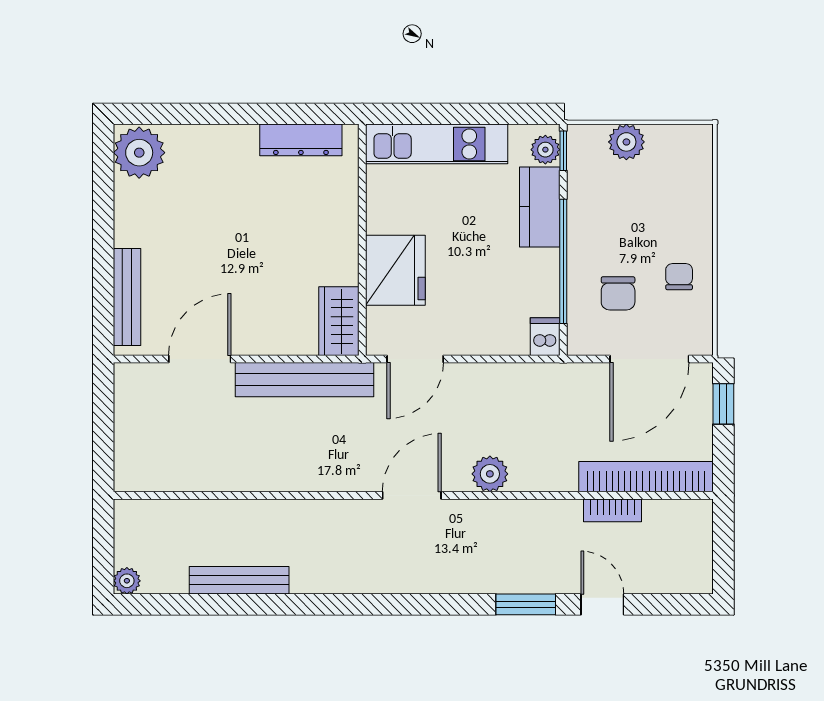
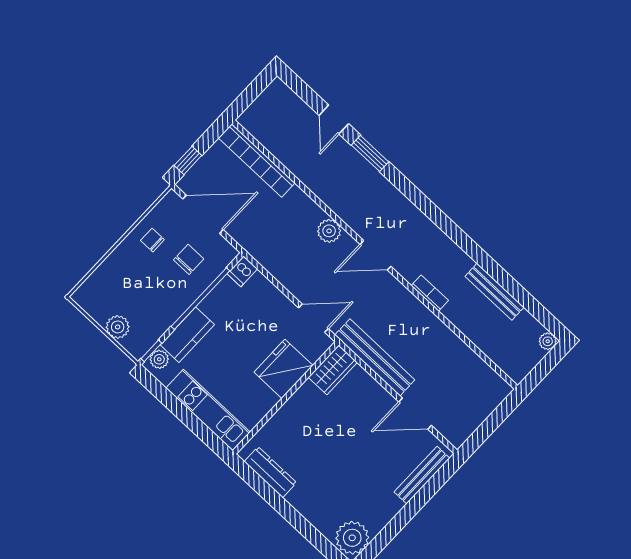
chair: (679, 277) -> (152, 240), turned 90
bookcase: (612, 510) -> (430, 293), moved

